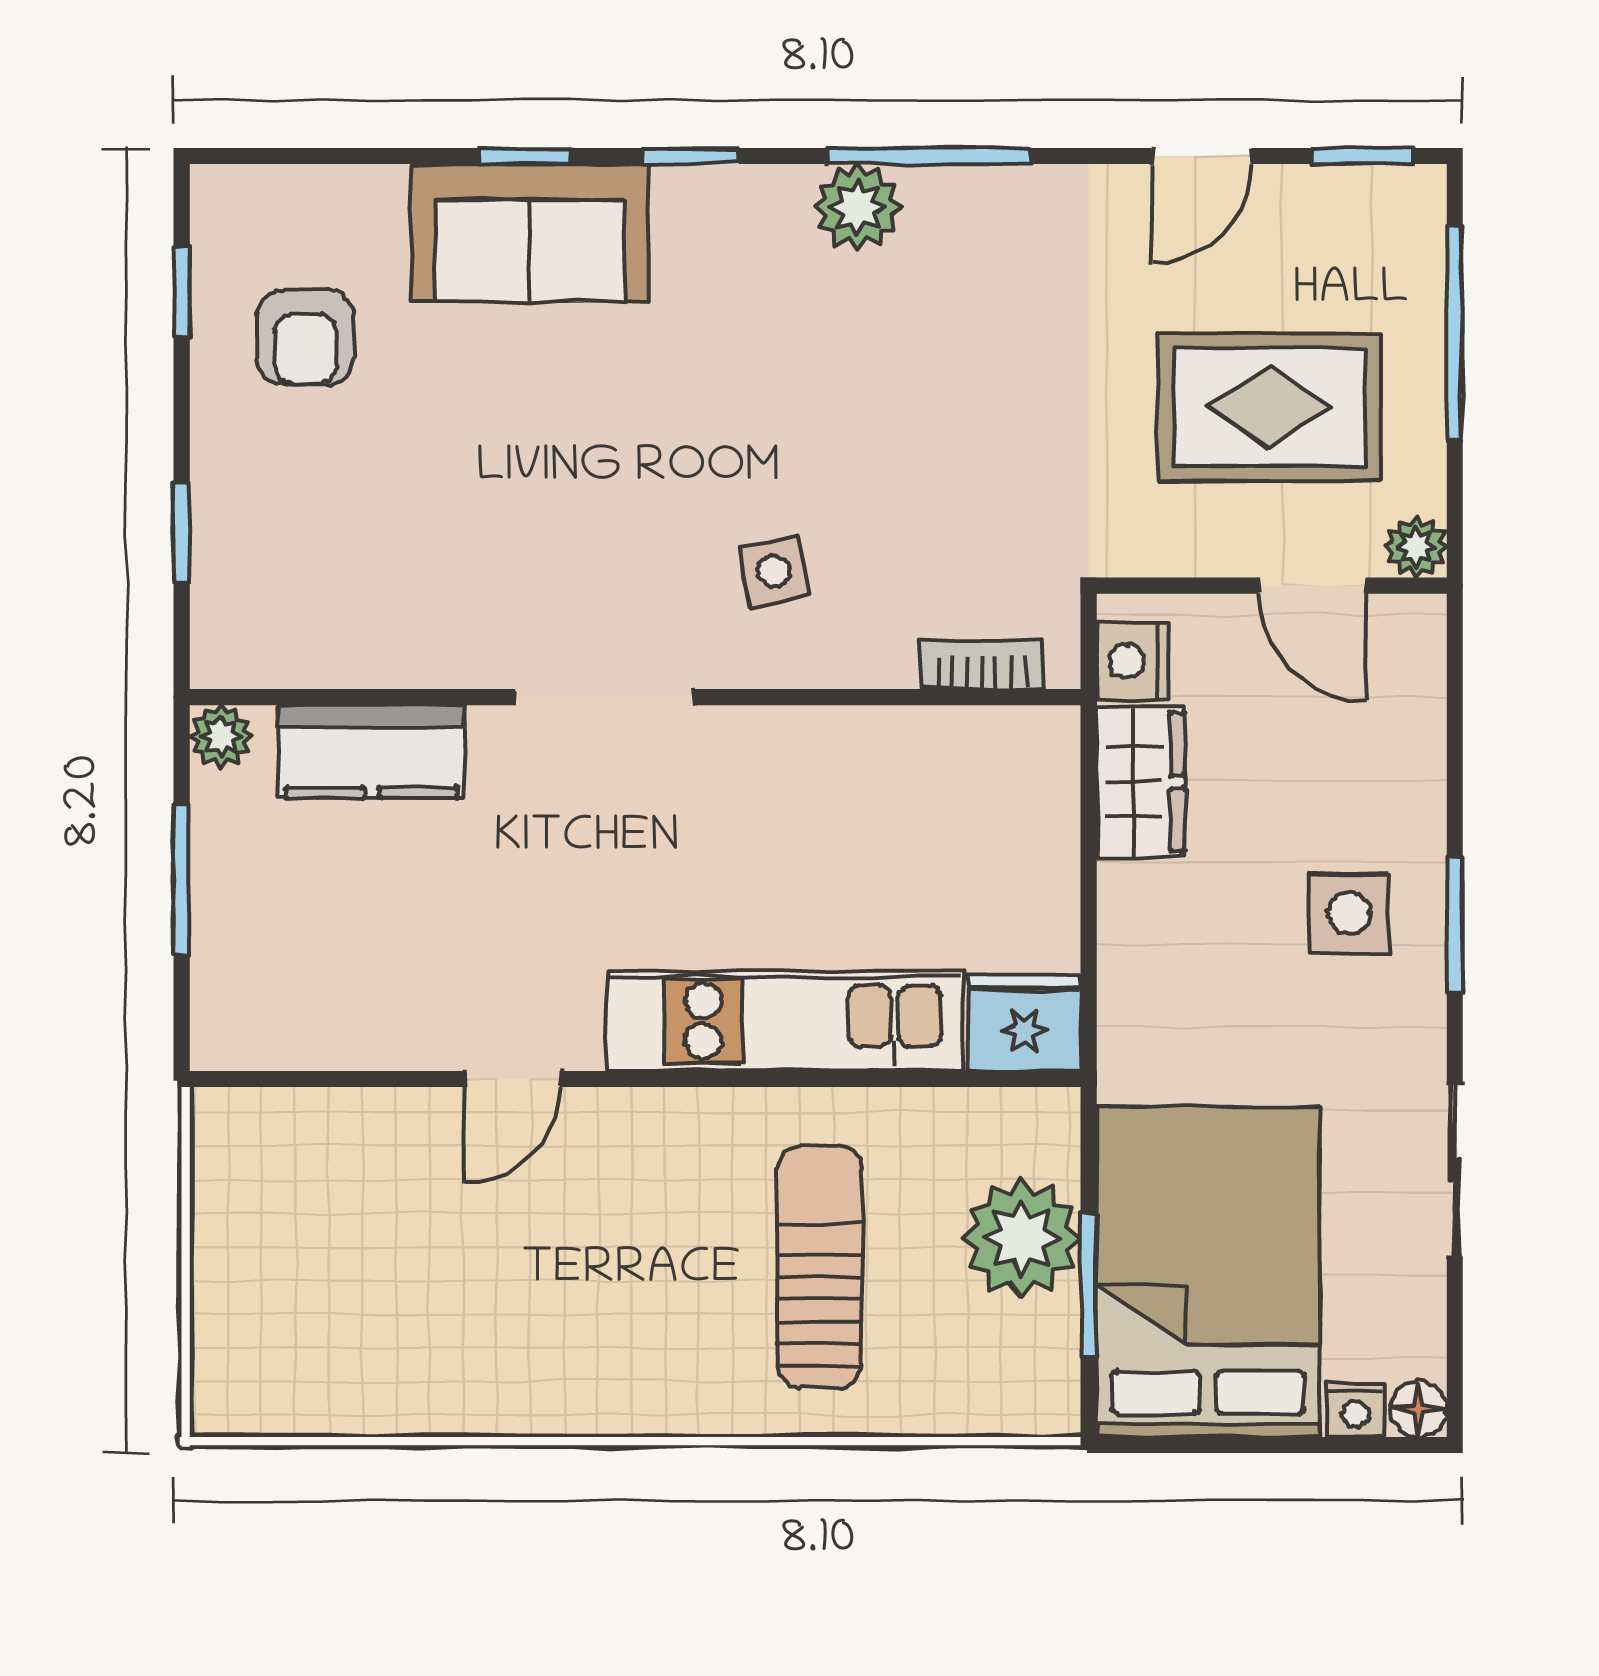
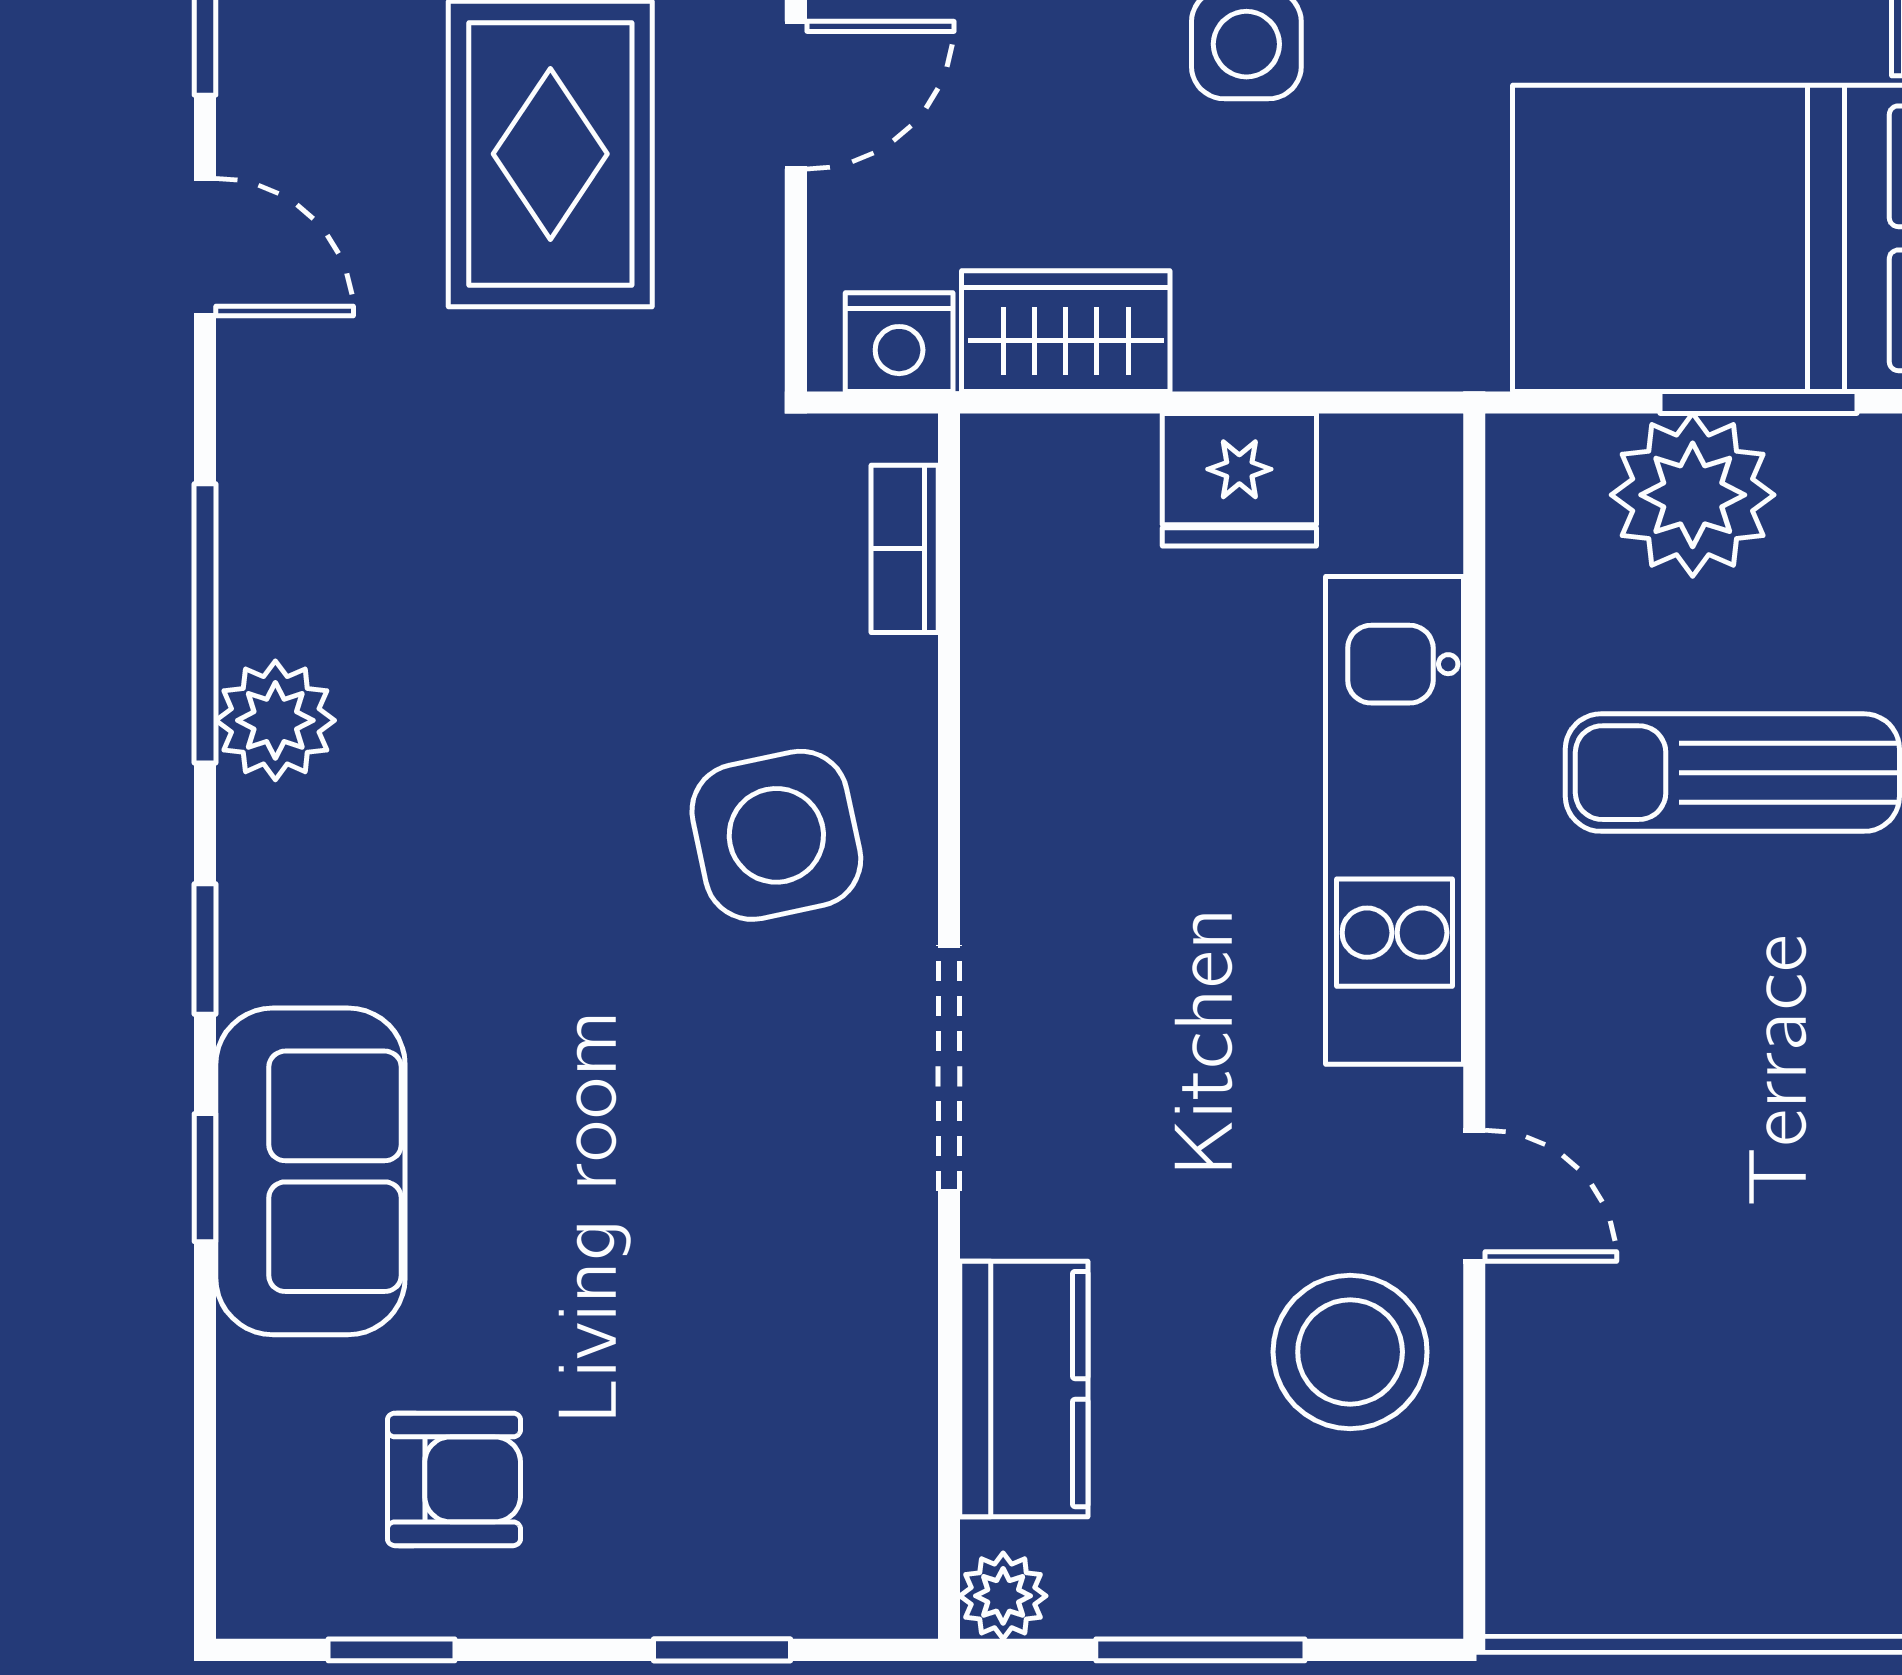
side table: (774, 571) -> (776, 835), width x1.87, depth x1.87
stool: (398, 989) -> (1350, 1352), added
fridge: (1025, 1023) -> (1239, 480), moved, turned -90

